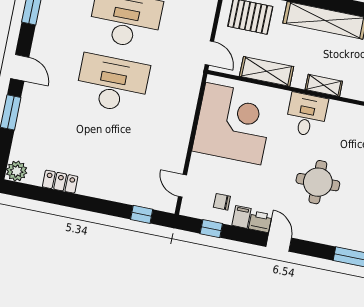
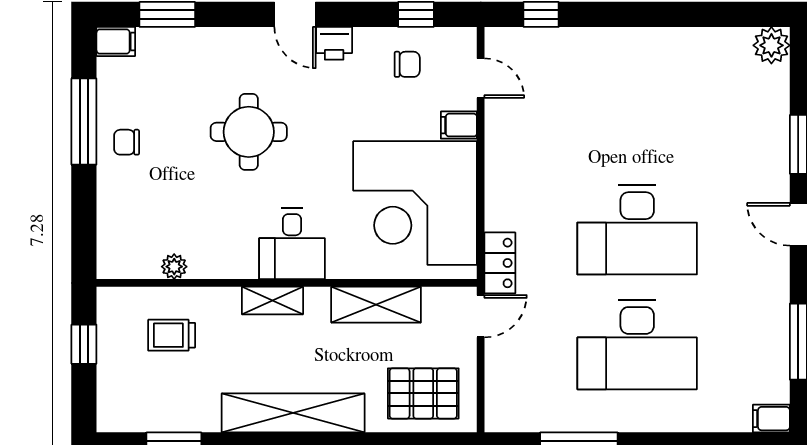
door: (209, 53) -> (481, 316), swing flipped
locker: (60, 182) -> (500, 263), moved, turned -90
filing cabinet: (241, 217) -> (459, 125), moved, turned 90

